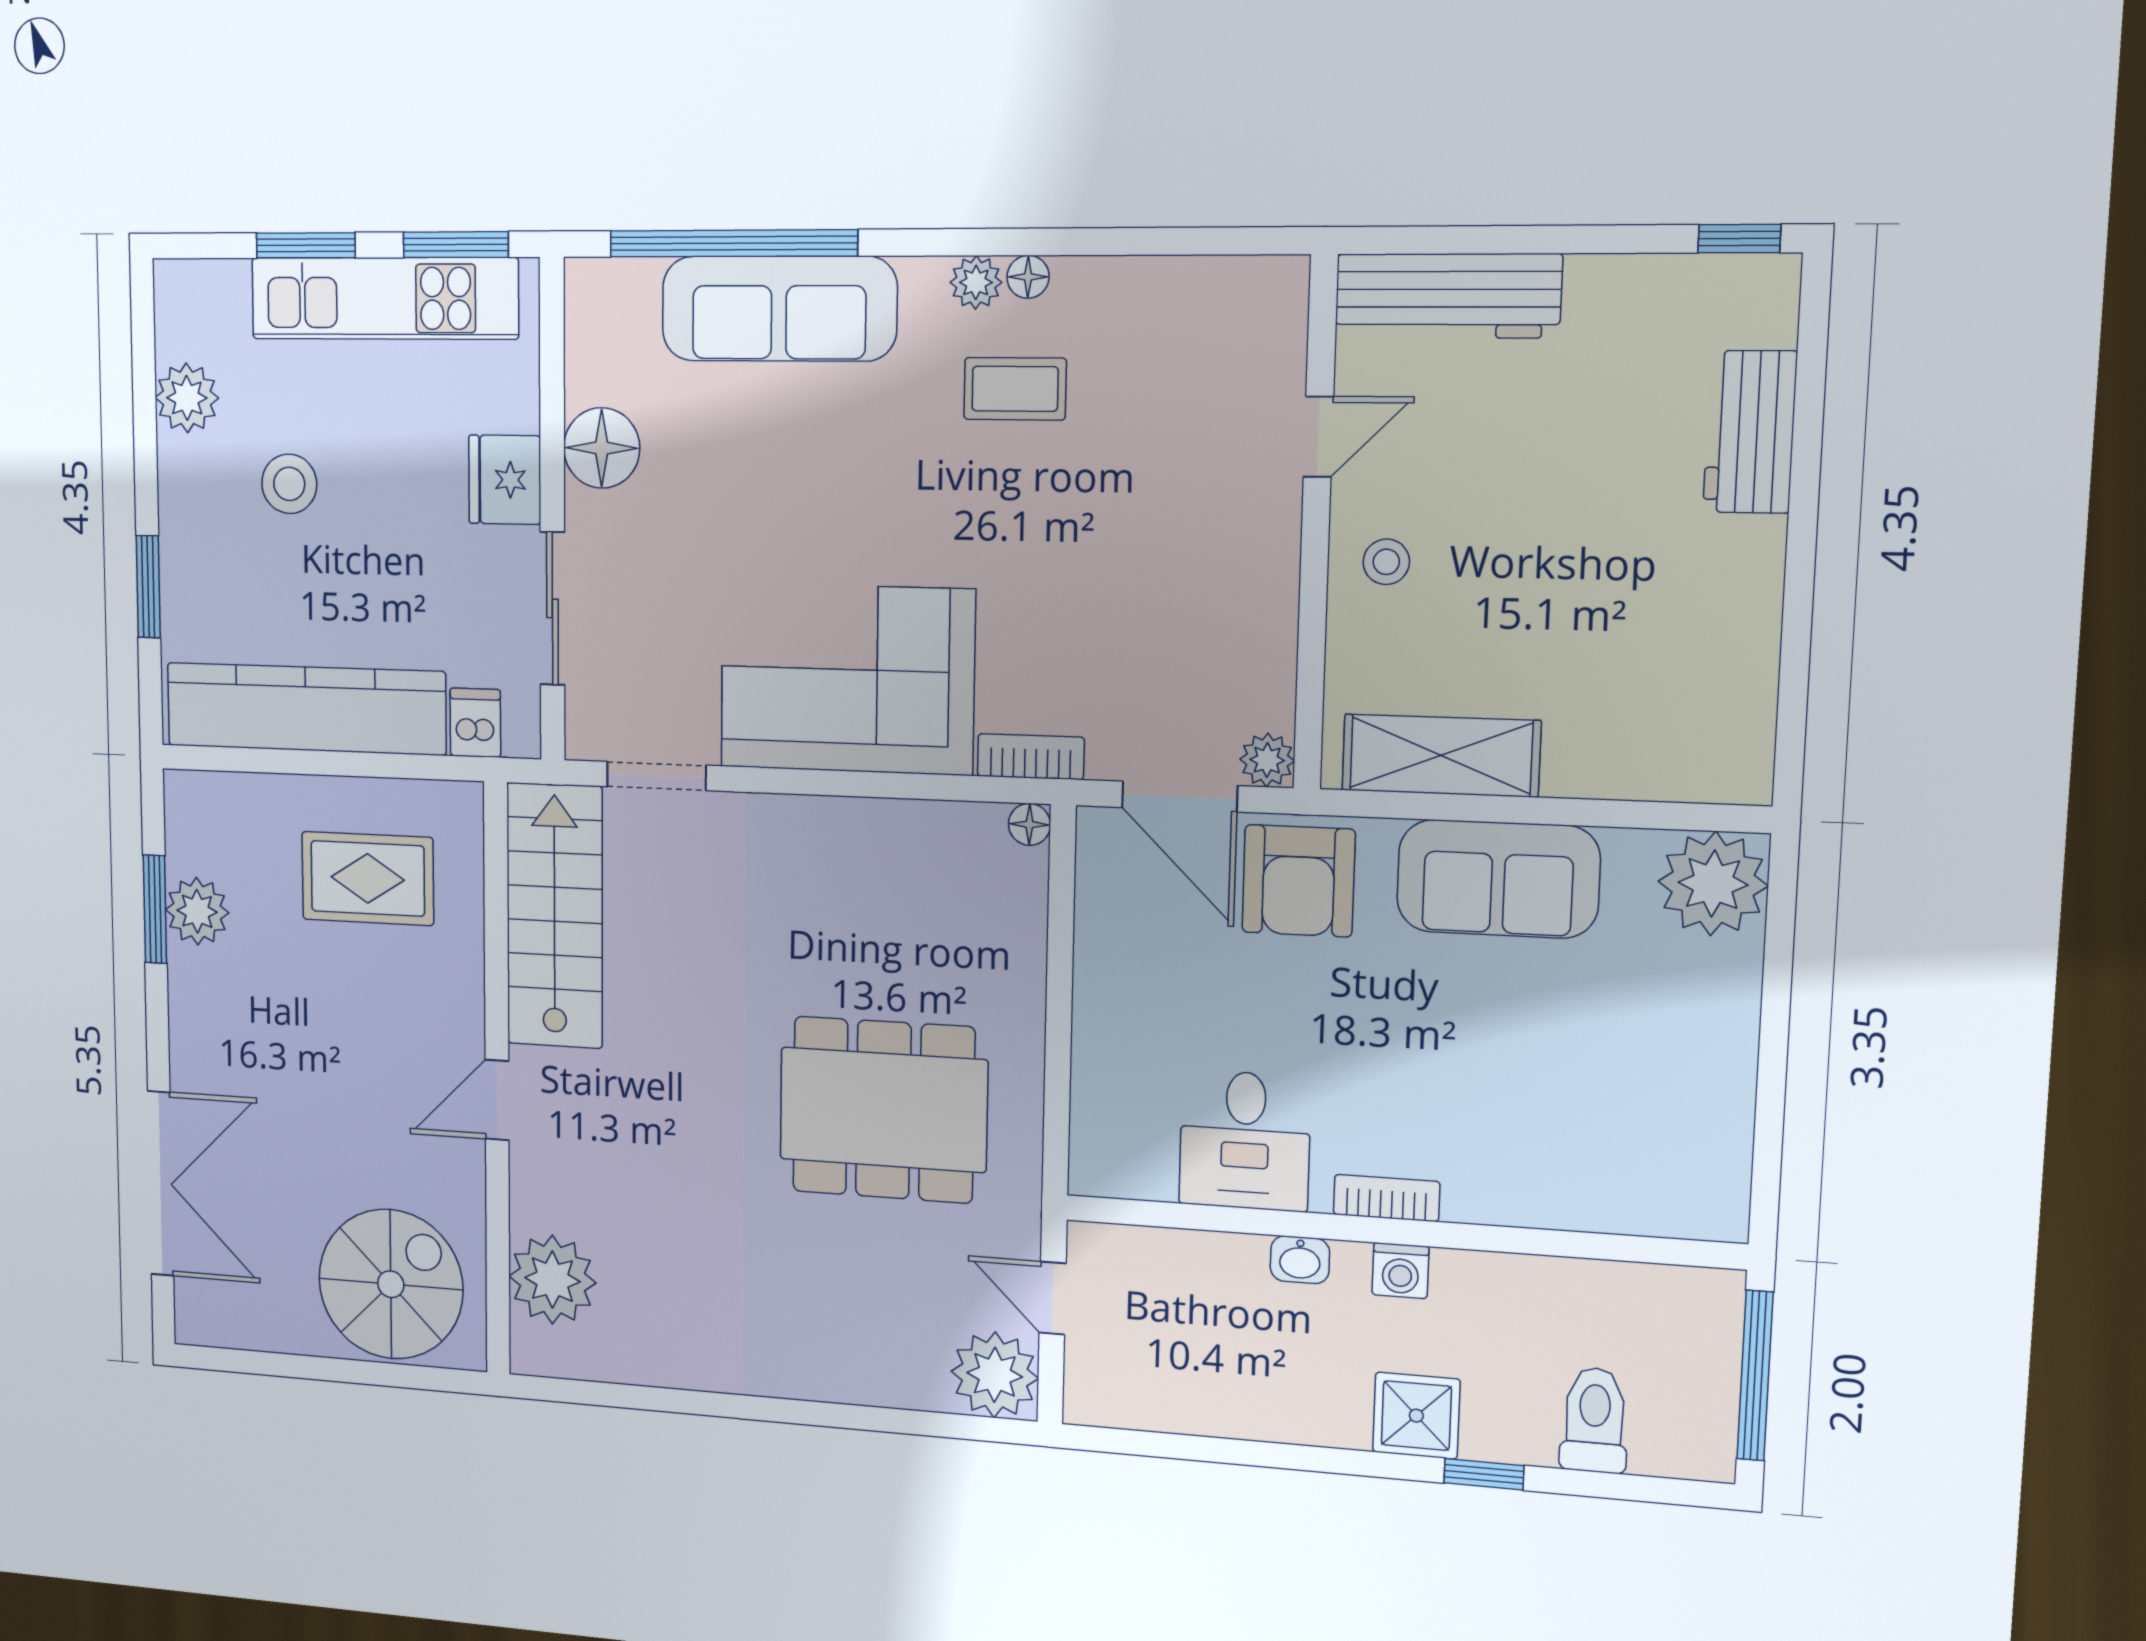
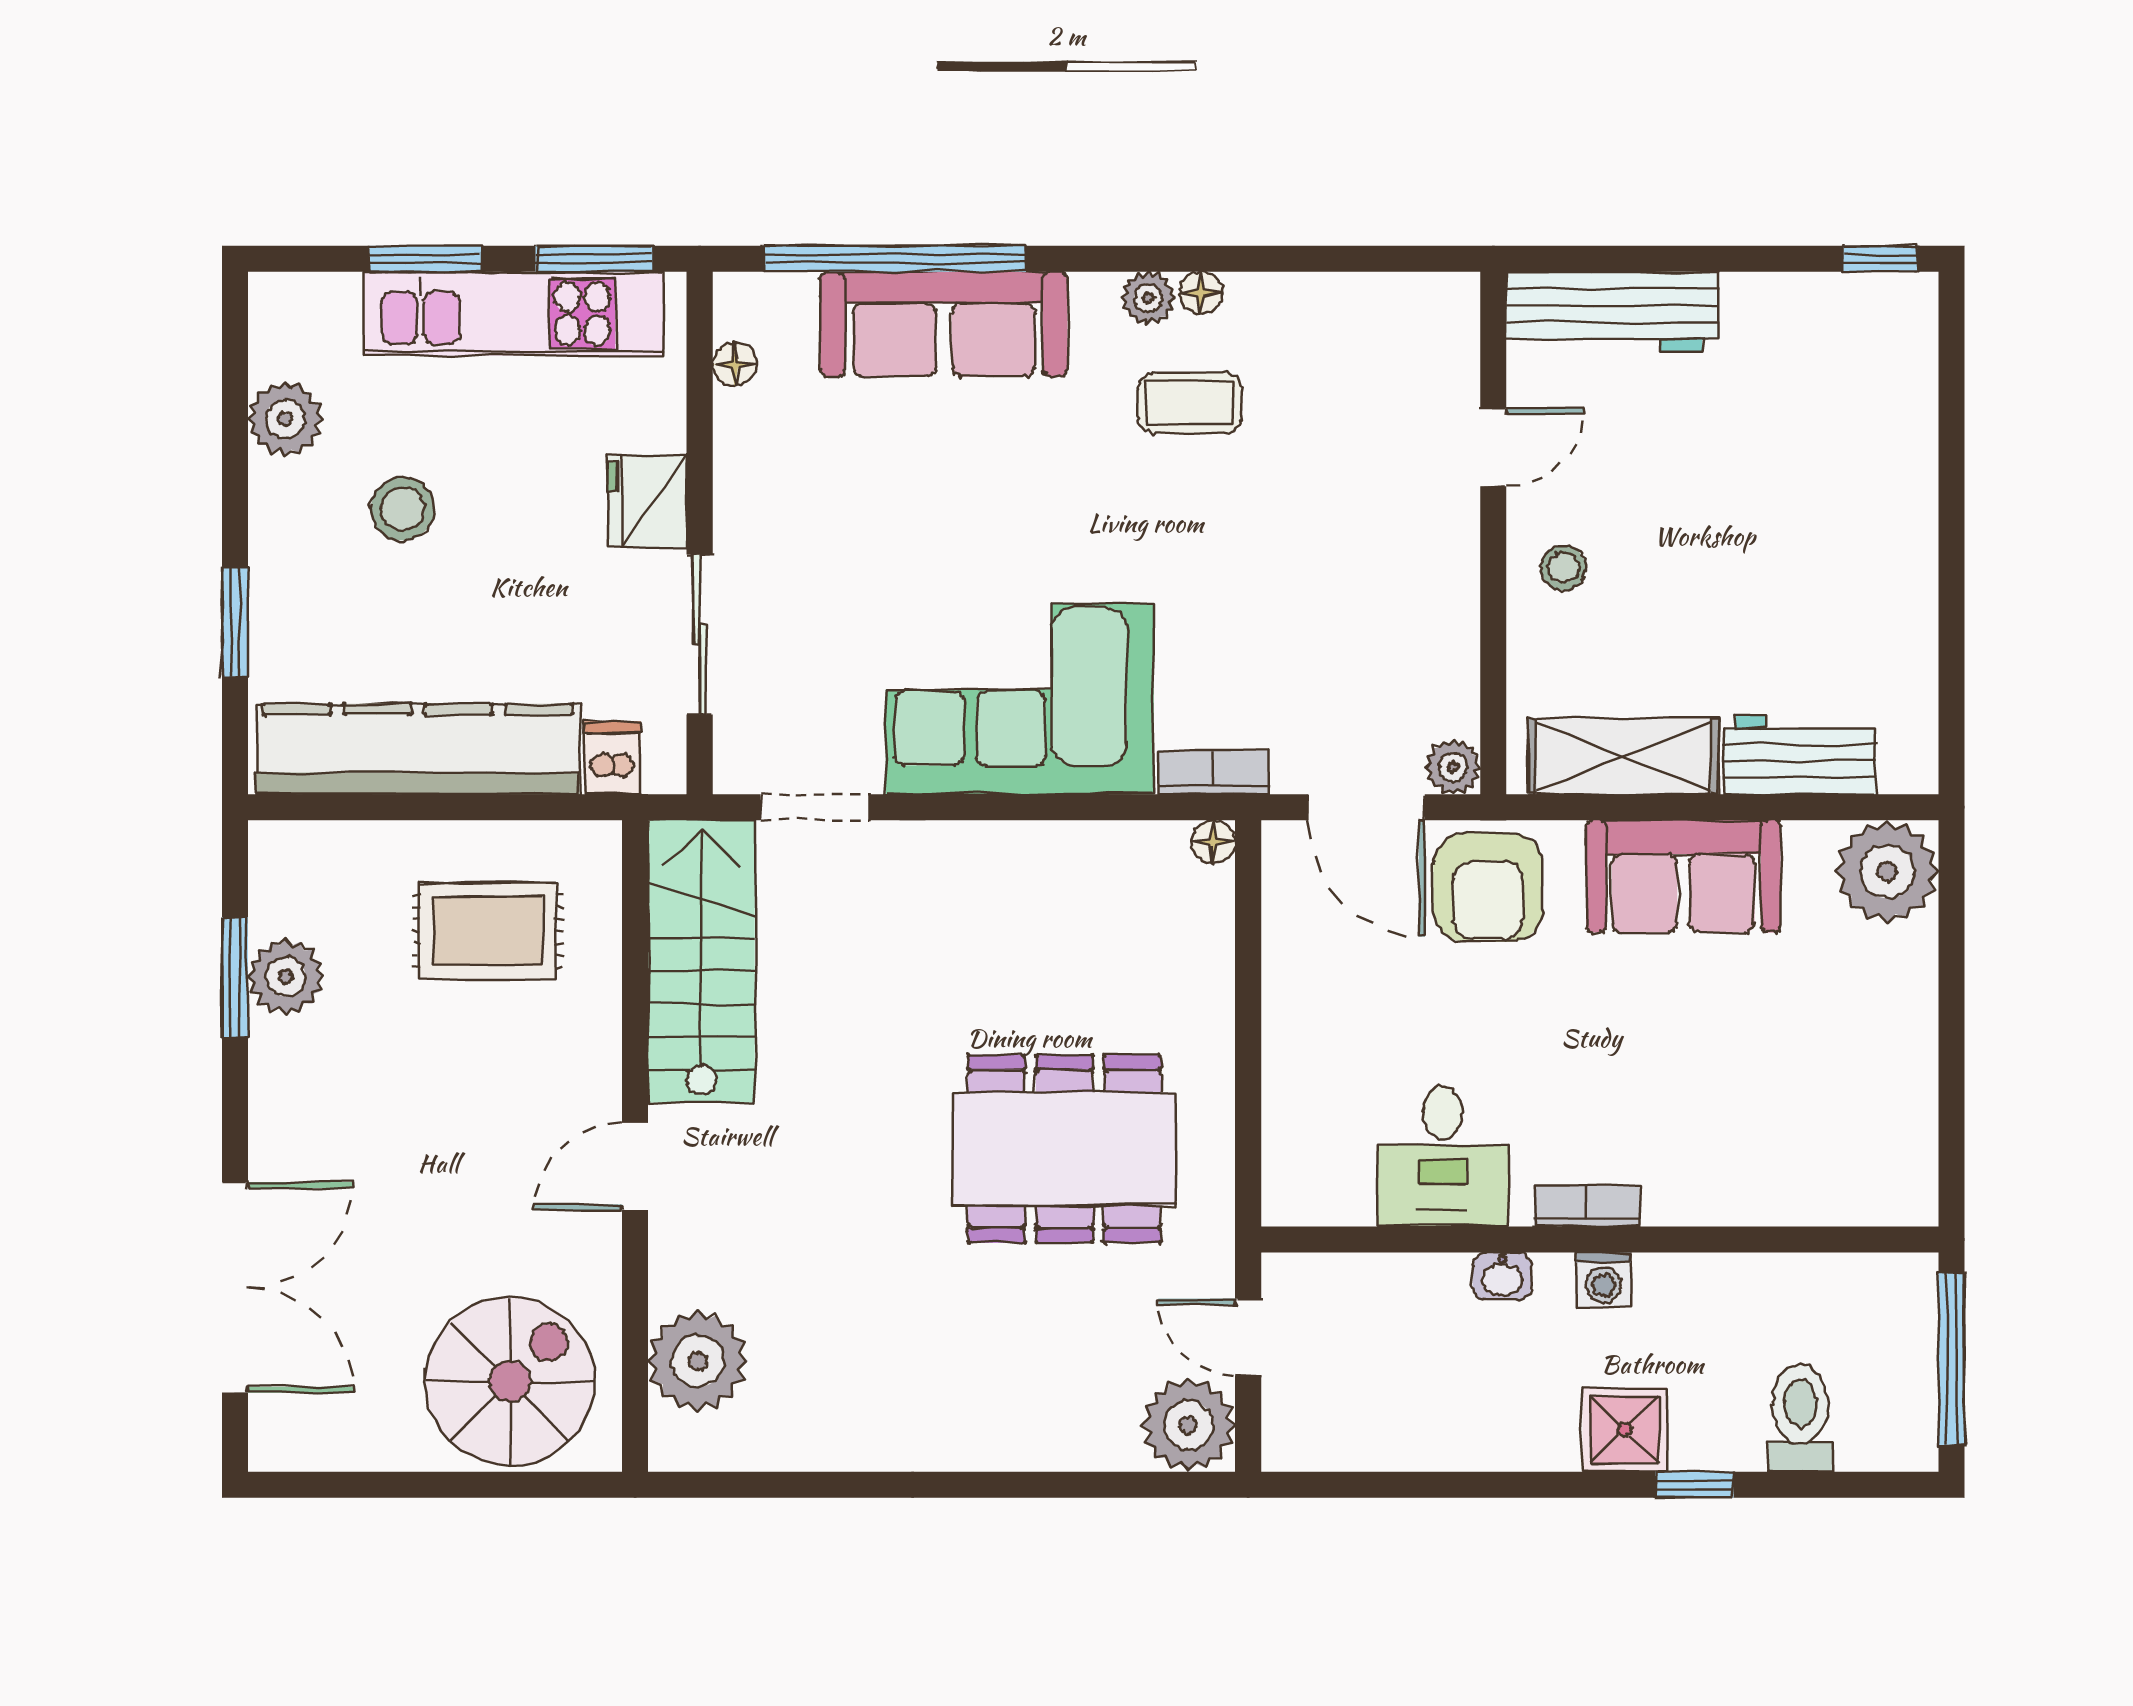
workbench: (1750, 432) -> (1800, 755), moved, turned 90
floor lamp: (602, 448) -> (735, 364), moved, width x0.53, depth x0.53

